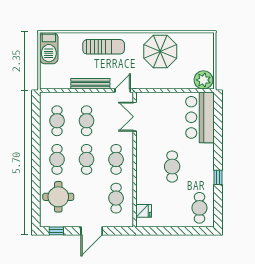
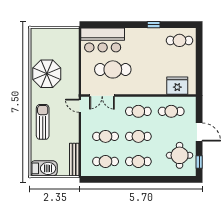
plant: (203, 80) -> (71, 37), removed
bench: (90, 84) -> (74, 160), moved
cafe table: (172, 167) -> (113, 69), moved, width x1.37, depth x1.35
round table: (58, 197) -> (180, 155), moved
fridge: (144, 211) -> (177, 86), width x1.88, depth x1.34

